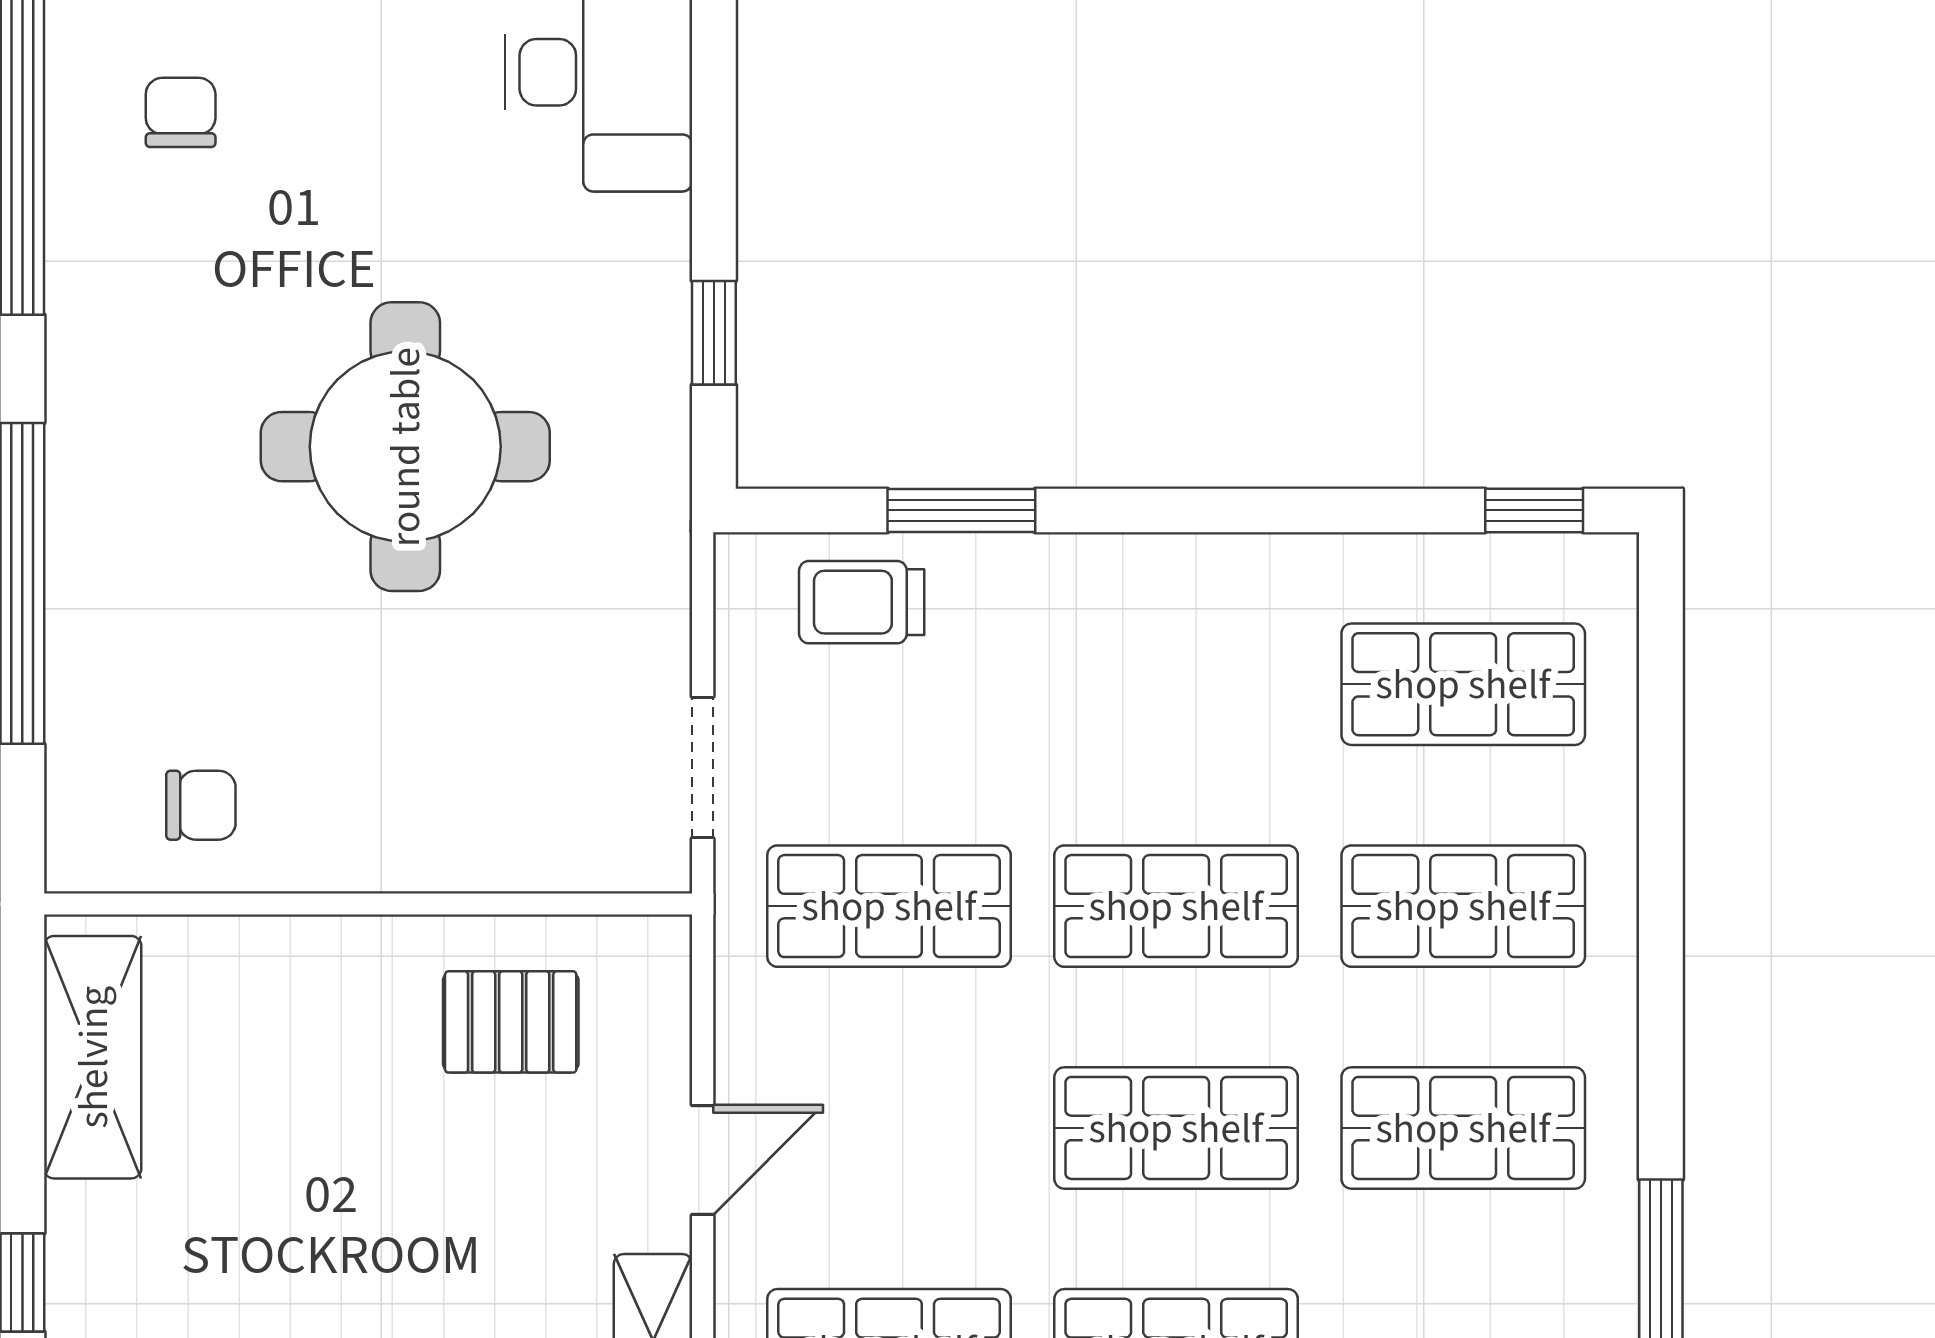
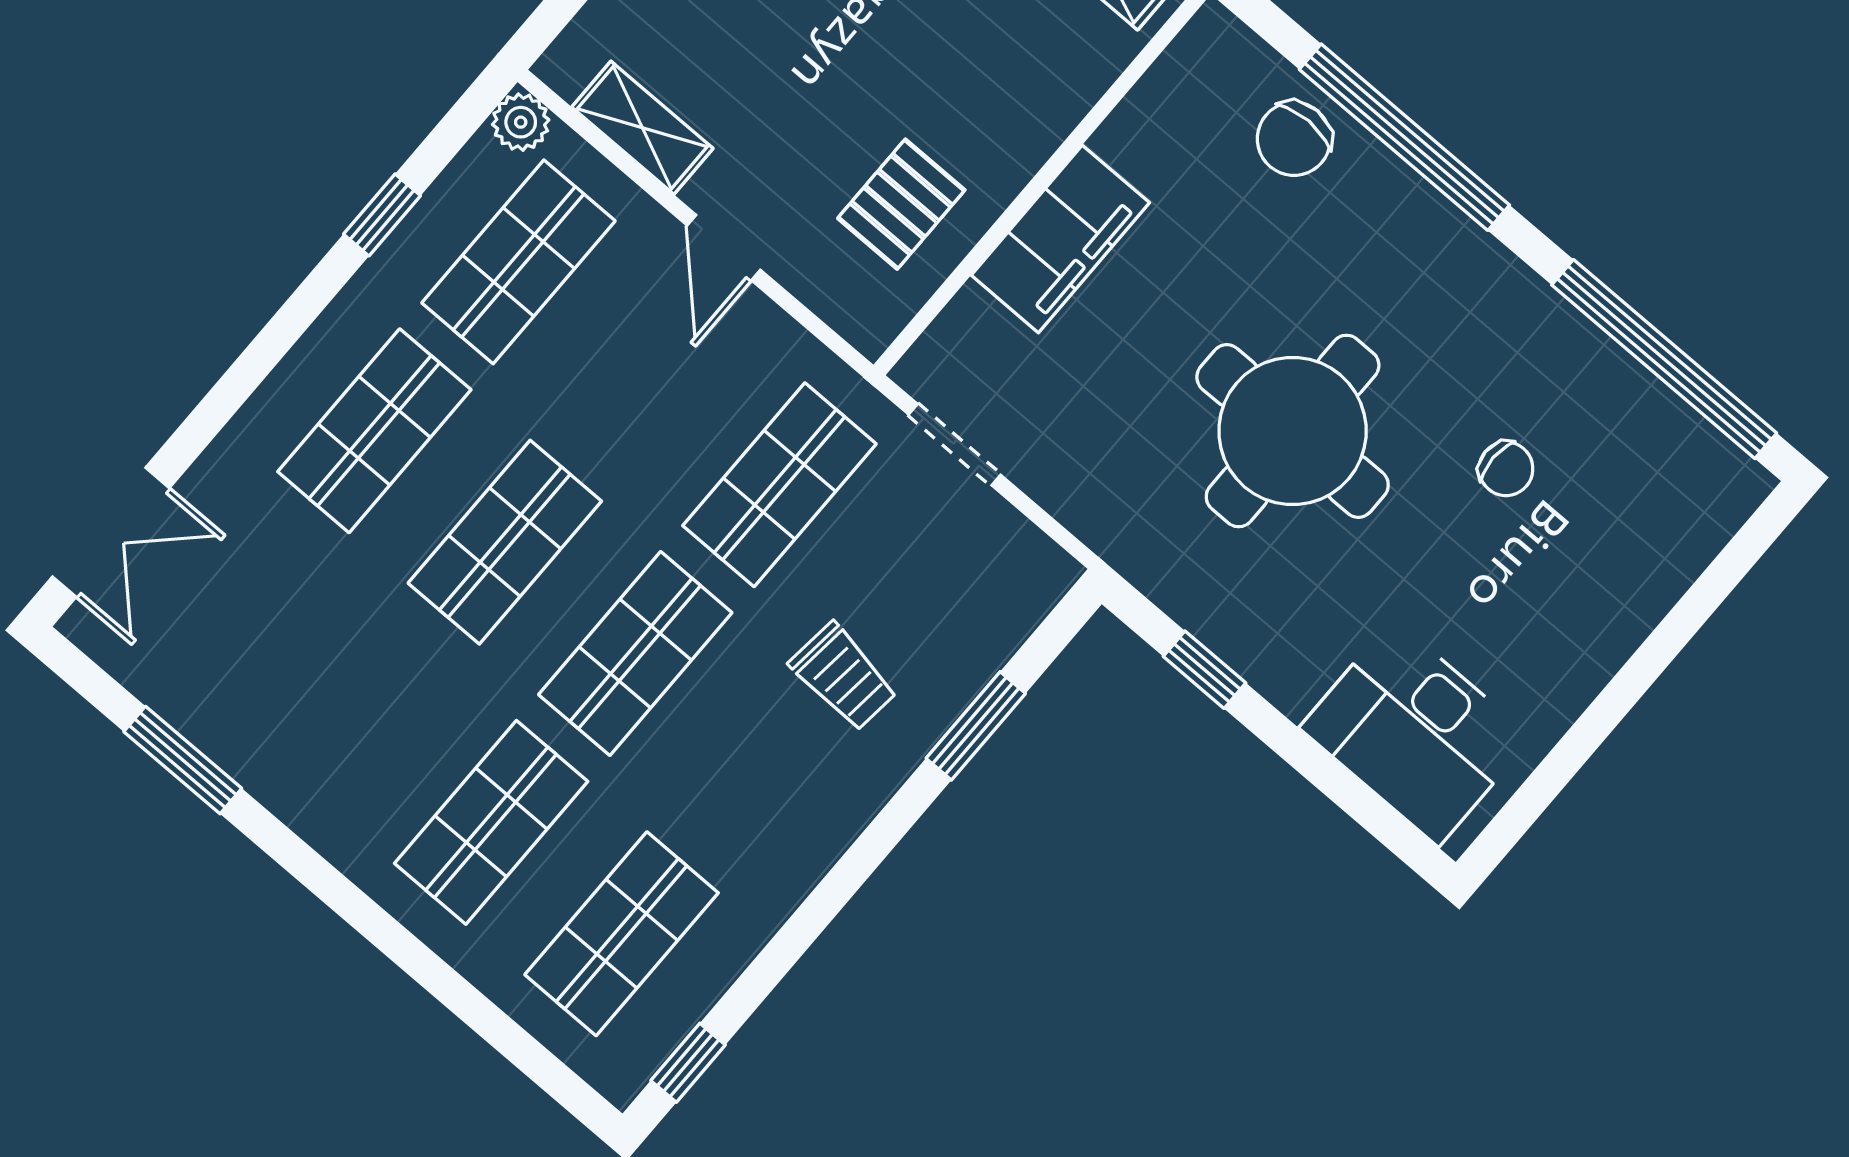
chair: (181, 112) -> (1506, 469), moved
trolley: (862, 602) -> (843, 677), moved, turned 96
chair: (201, 805) -> (1294, 139), moved, width x1.37, depth x1.37
filing cabinet: (411, 836) -> (1060, 239), added
shop shelf: (1463, 1128) -> (361, 711), removed

